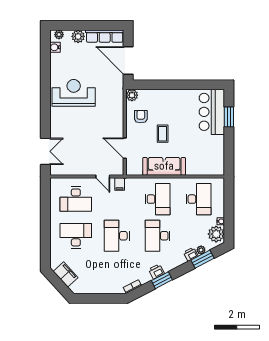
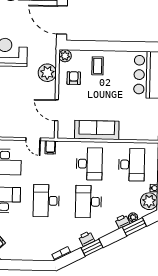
plant: (115, 112) -> (47, 73), added
coffee table: (163, 134) -> (98, 66), moved

